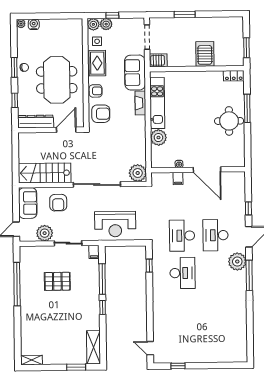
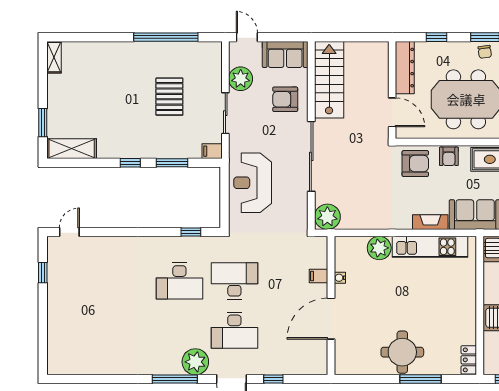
armchair: (101, 114) -> (415, 164), turned -90
desk: (216, 235) -> (234, 330), turned 180
window: (102, 279) -> (172, 163), width x0.69

